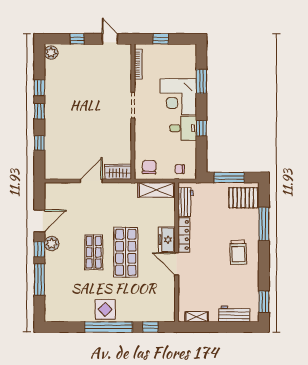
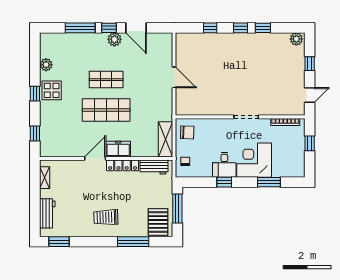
wardrobe: (118, 172) -> (183, 103), removed
plant: (78, 315) -> (46, 65), added
window: (109, 327) -> (35, 94), width x0.32

